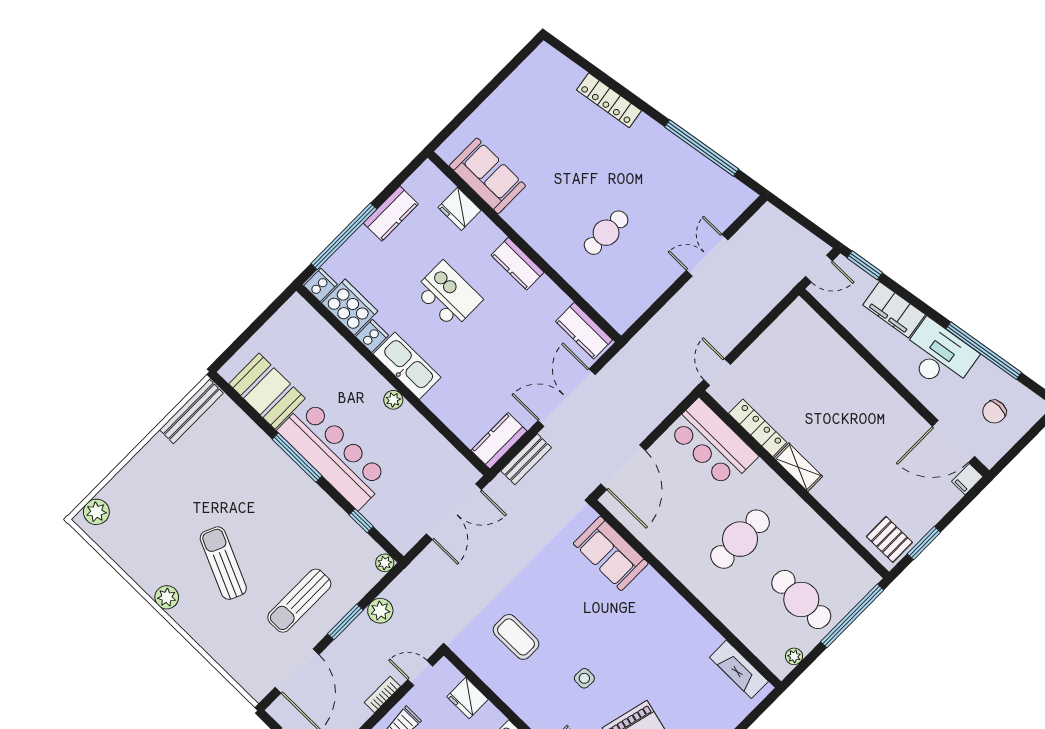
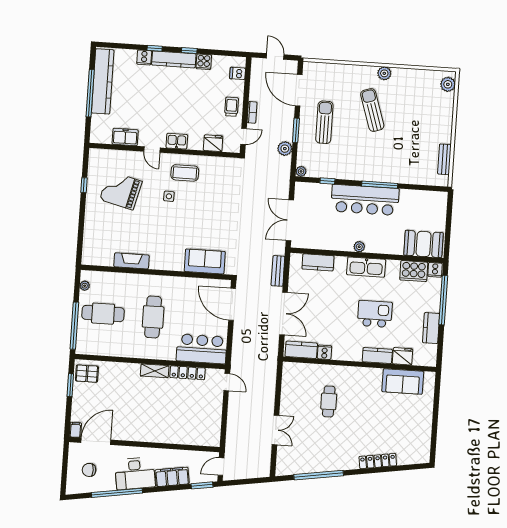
kitchen counter: (518, 264) -> (377, 356), moved
kitchen island: (448, 295) -> (375, 314), turned 180
cooker: (372, 336) -> (325, 352), moved, turned 180
booth: (267, 391) -> (423, 244), moved
bench: (191, 411) -> (444, 159), width x0.73
chair: (994, 412) -> (89, 470), turned -90
kitchen counter: (499, 441) -> (318, 262), moved, turned 90
sun lounger: (223, 563) -> (372, 110), turned -132
coffee table: (516, 637) -> (185, 173), moved
fireplace: (739, 669) -> (131, 261), moved

